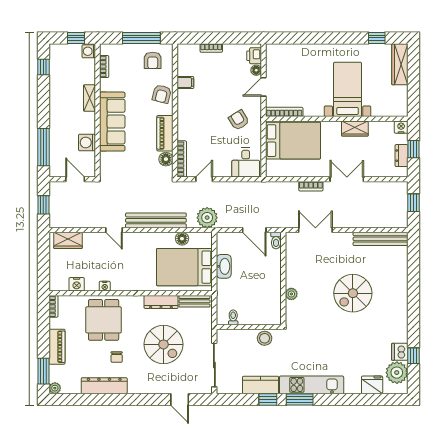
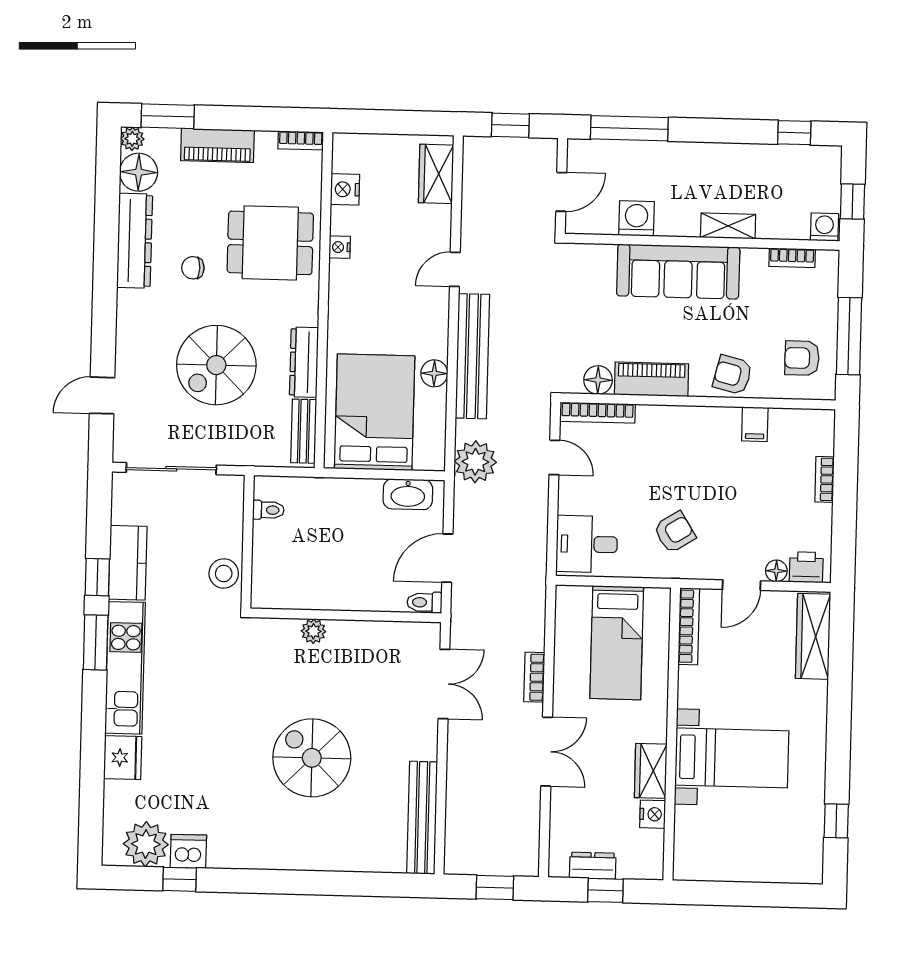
wardrobe: (400, 64) -> (813, 636), moved, turned -90
door: (264, 87) -> (742, 585), swing flipped
nightstand: (401, 127) -> (653, 814), moved
bed: (293, 141) -> (617, 643), width x0.67
floor lamp: (182, 239) -> (434, 373), moved
washbasin: (224, 266) -> (408, 494), moved
floor lamp: (71, 385) -> (139, 172), added
fridge: (372, 385) -> (123, 758), moved

